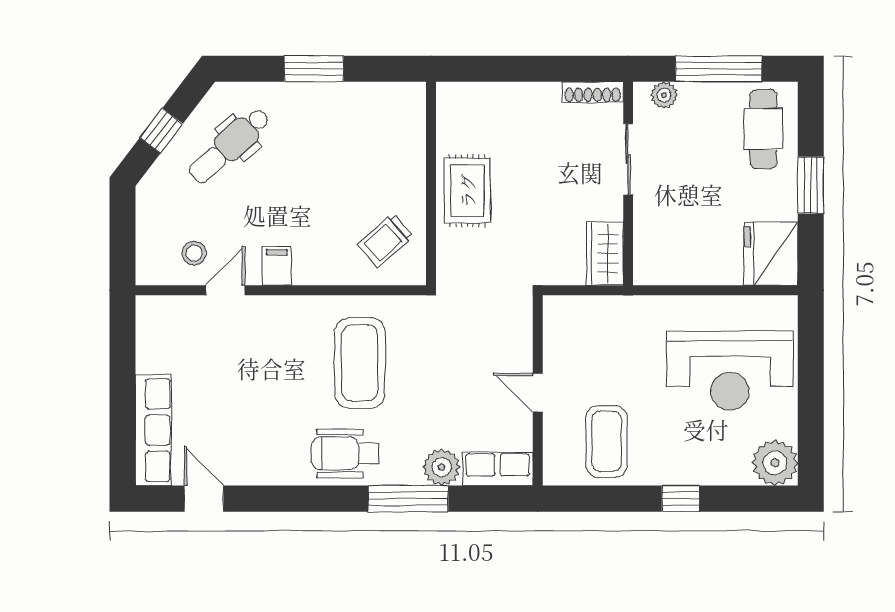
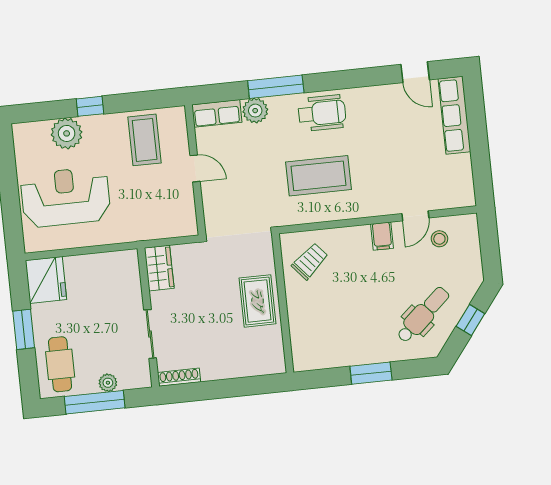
plant: (664, 95) -> (108, 383), moved
coffee table: (360, 363) -> (318, 176), turned 90
plant: (775, 463) -> (67, 133), moved

